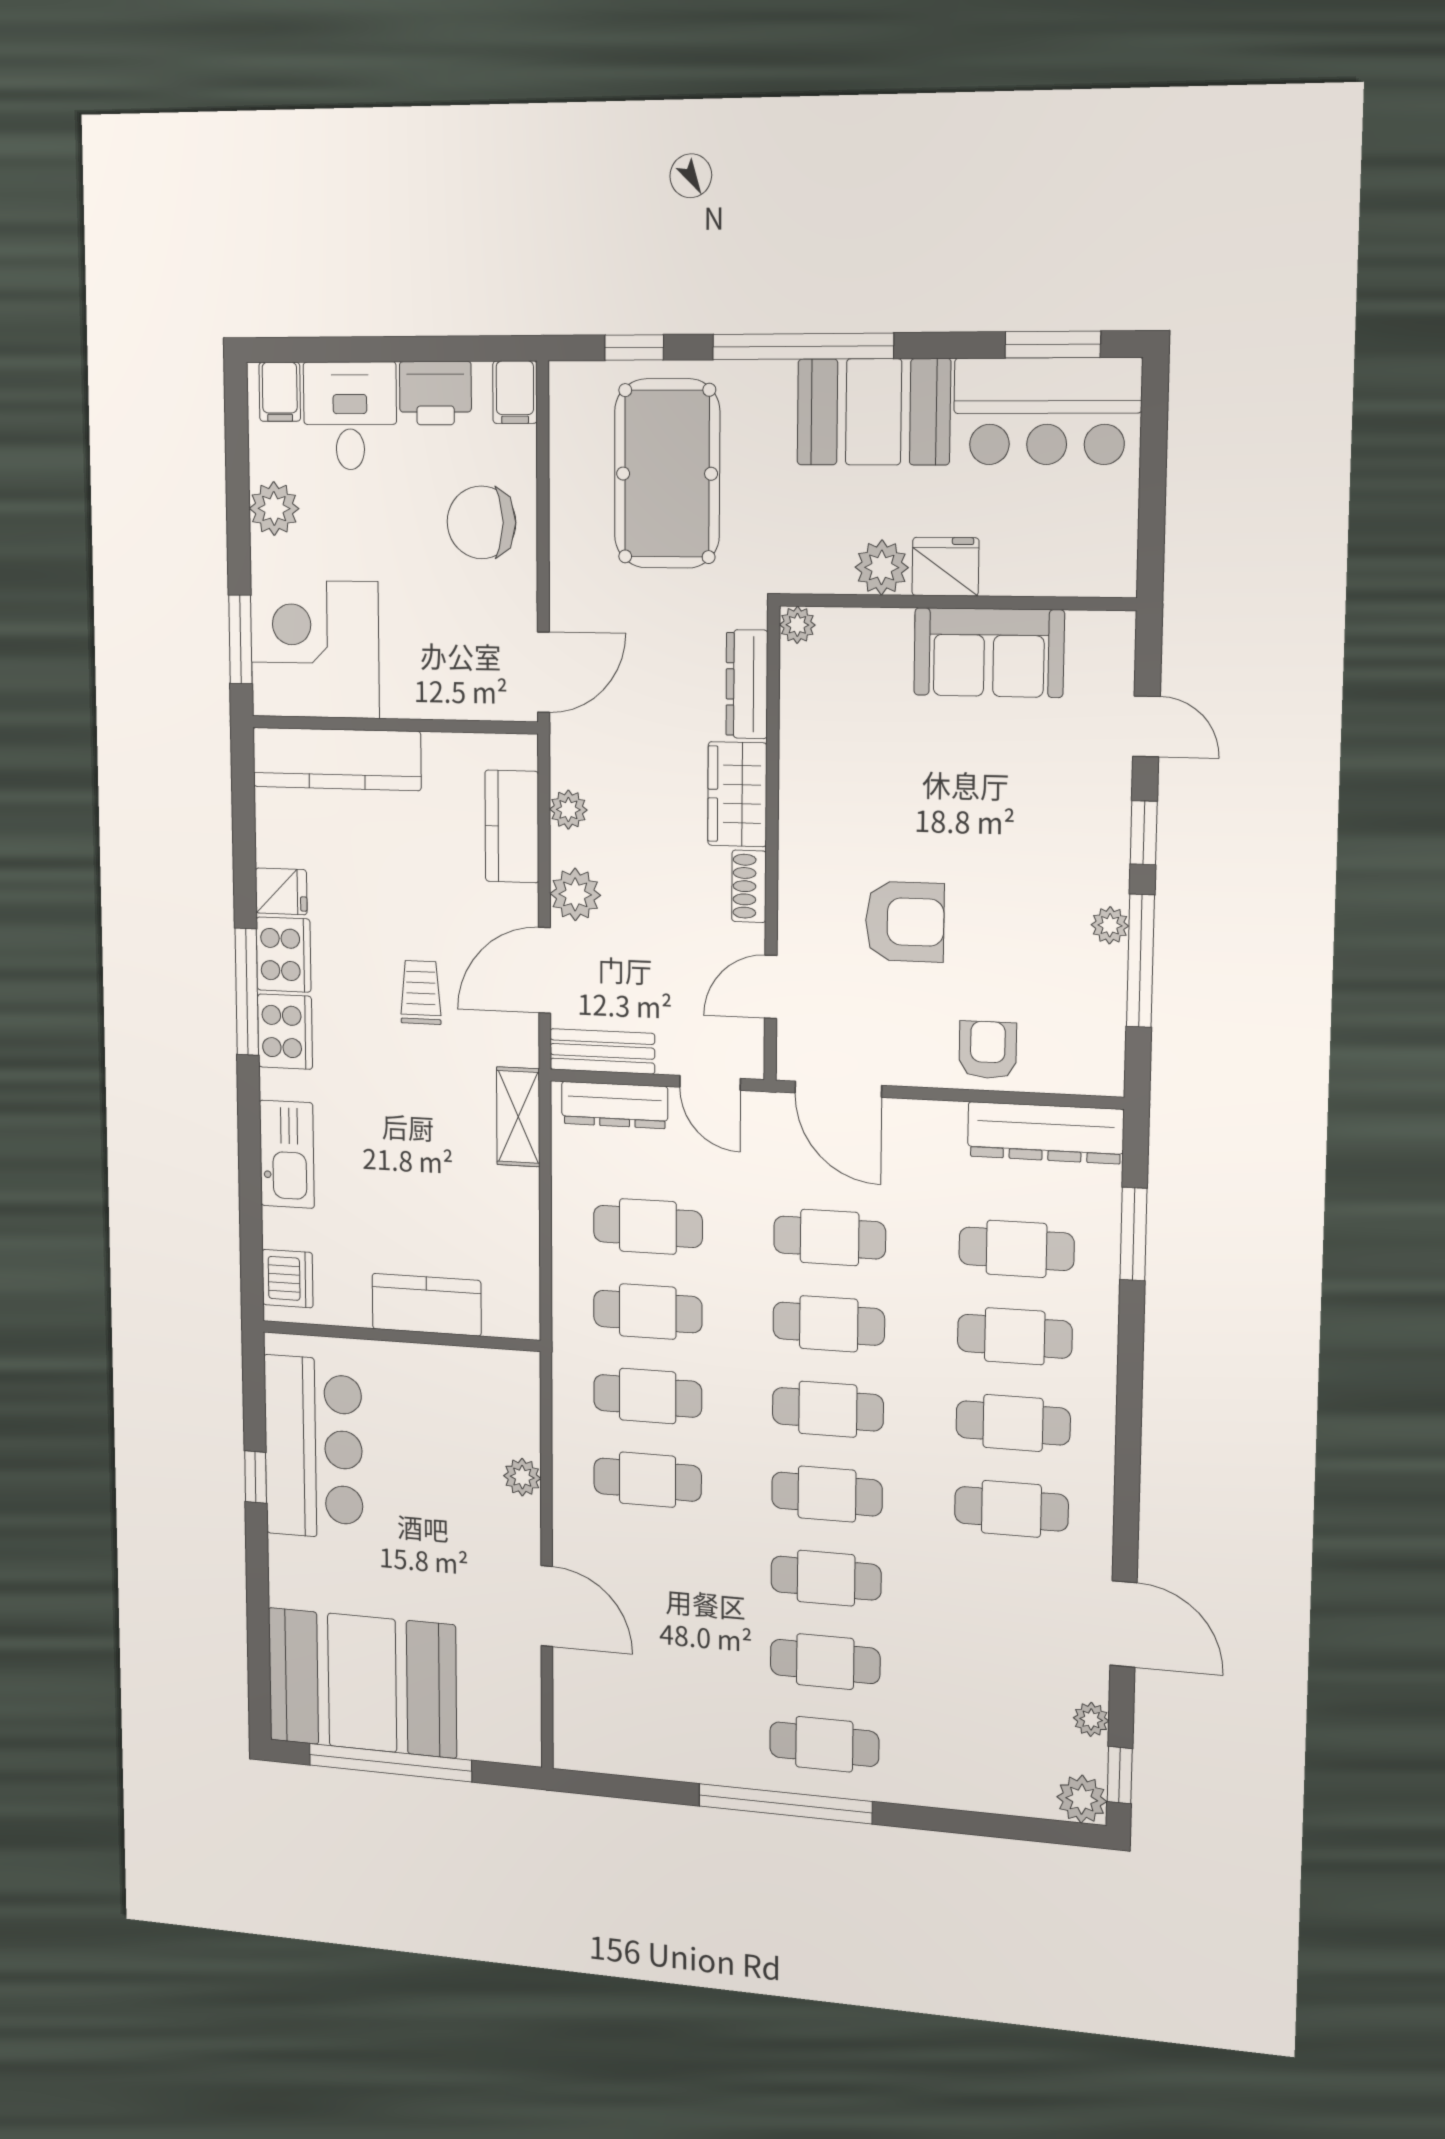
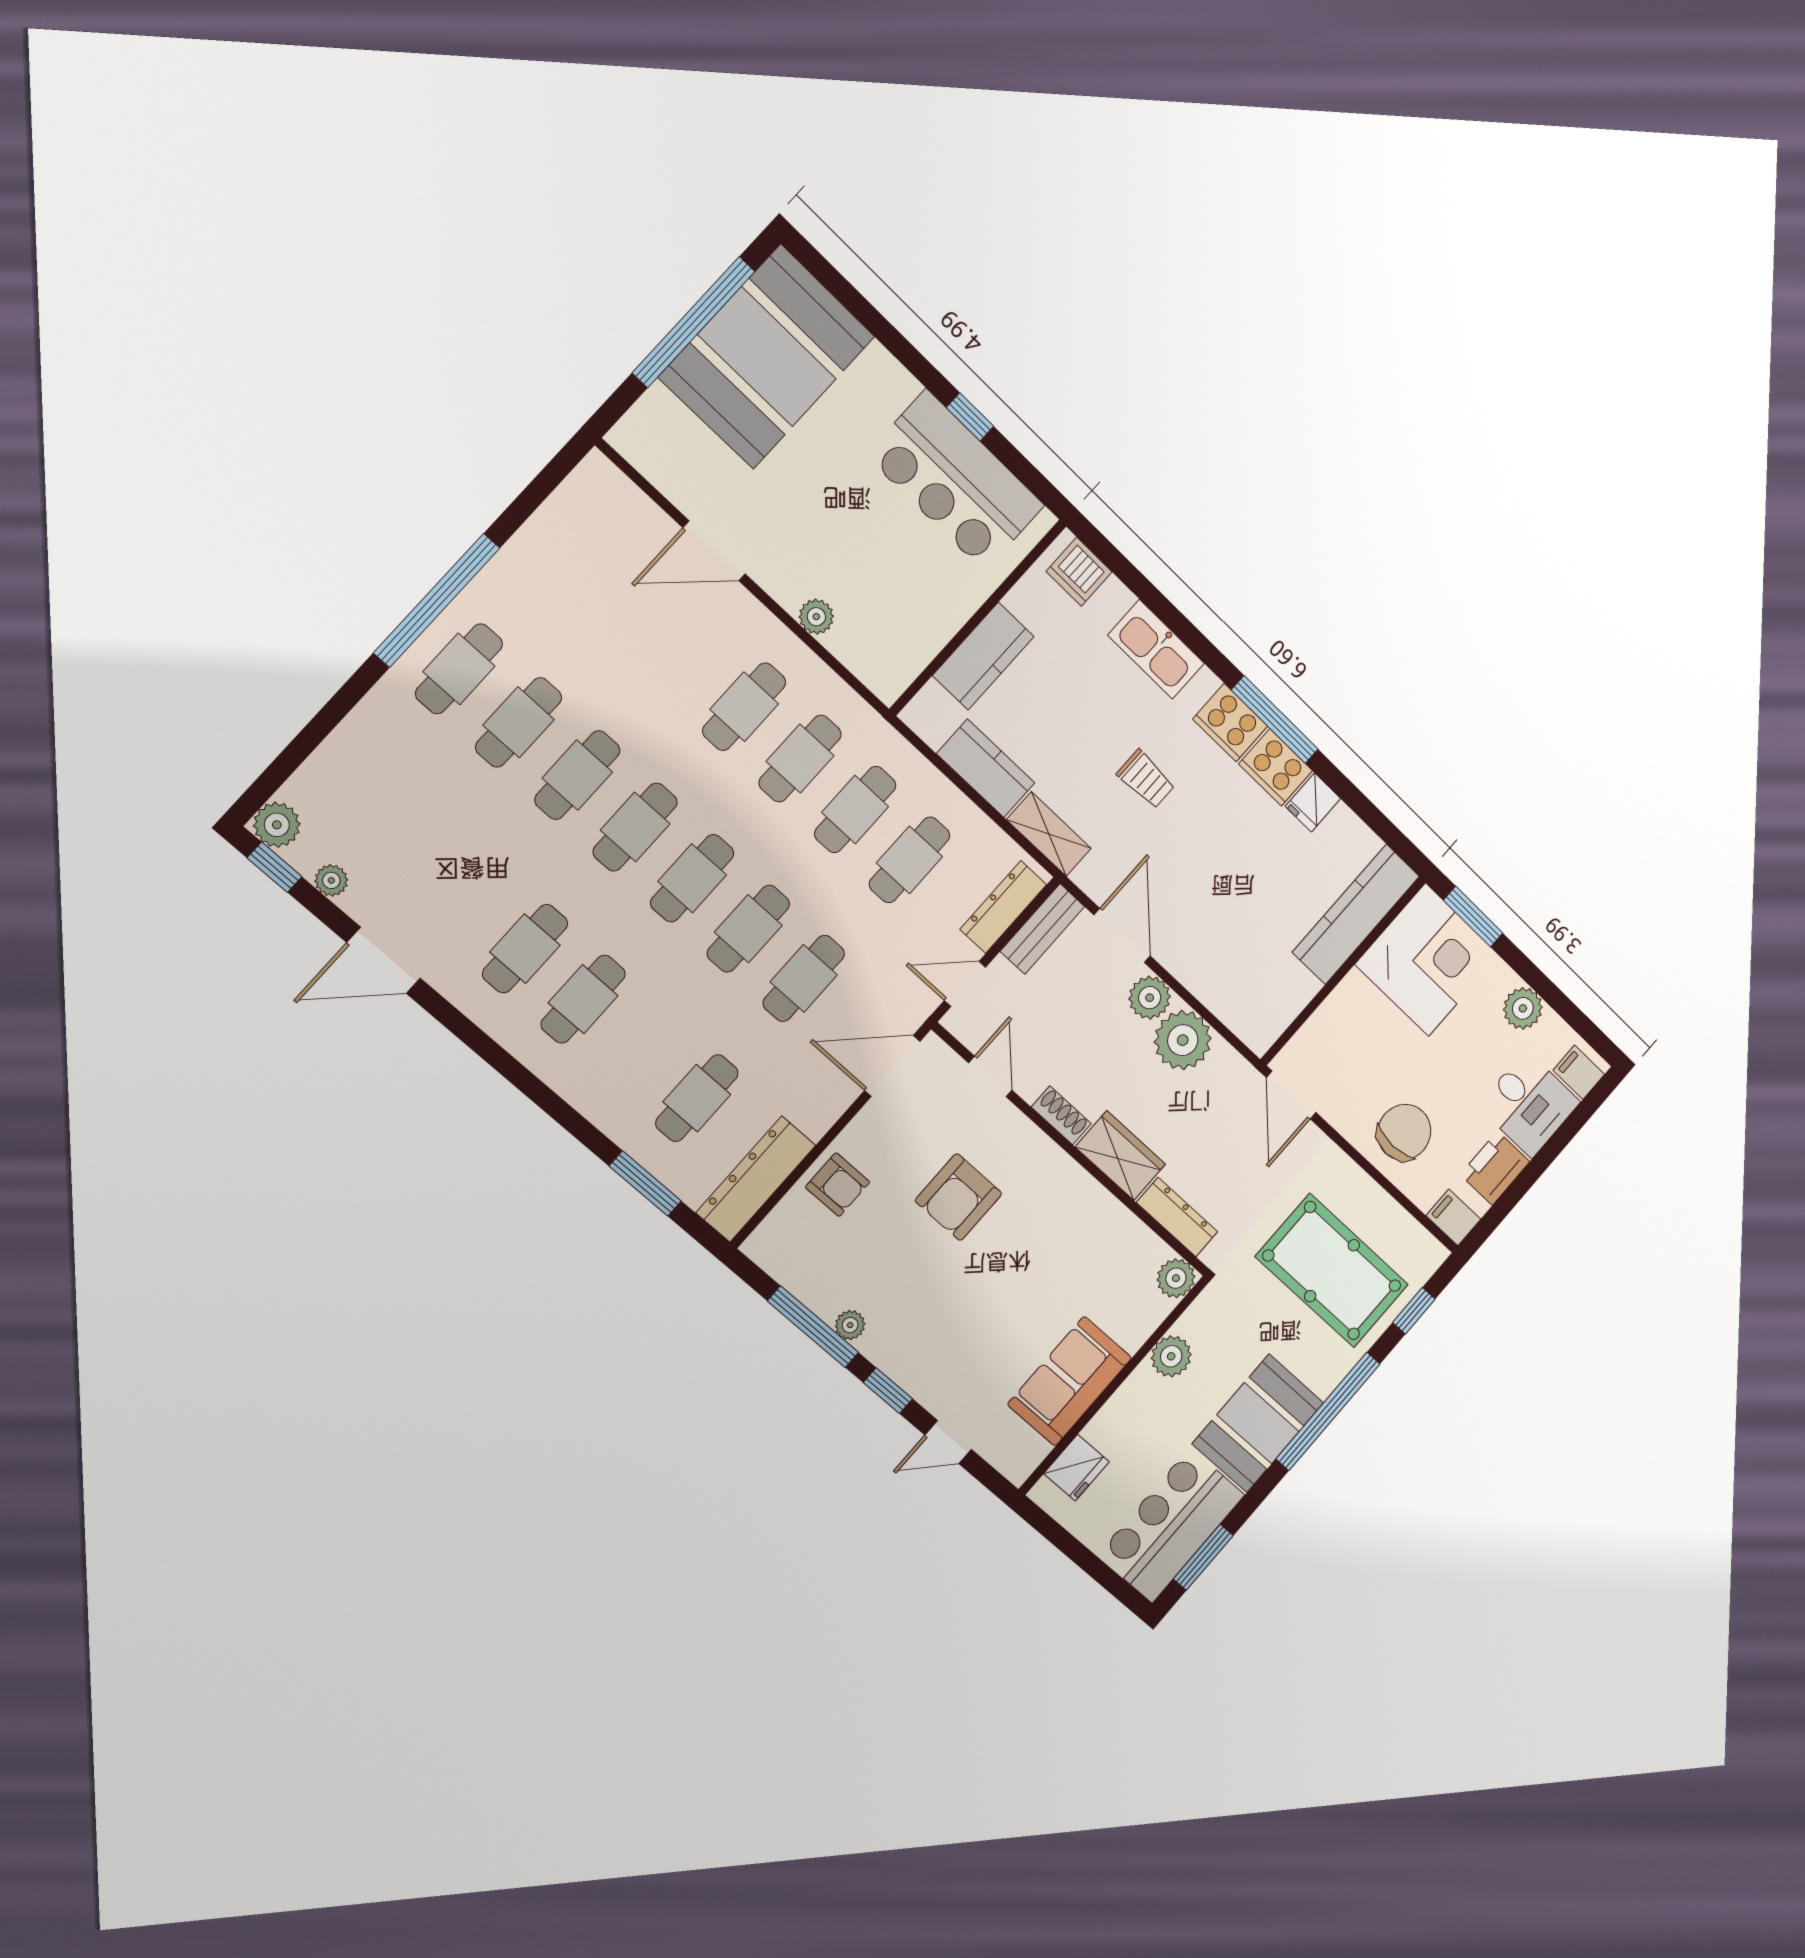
fridge: (945, 567) -> (1076, 1468), moved
plant: (797, 625) -> (1176, 1278), width x1.38, depth x1.38
plant: (568, 810) -> (1183, 1040), width x1.87, depth x1.87
kitchen counter: (512, 827) -> (986, 768), moved
trolley: (421, 992) -> (1146, 779), moved
cafe table: (1015, 1336) -> (640, 1049), removed

